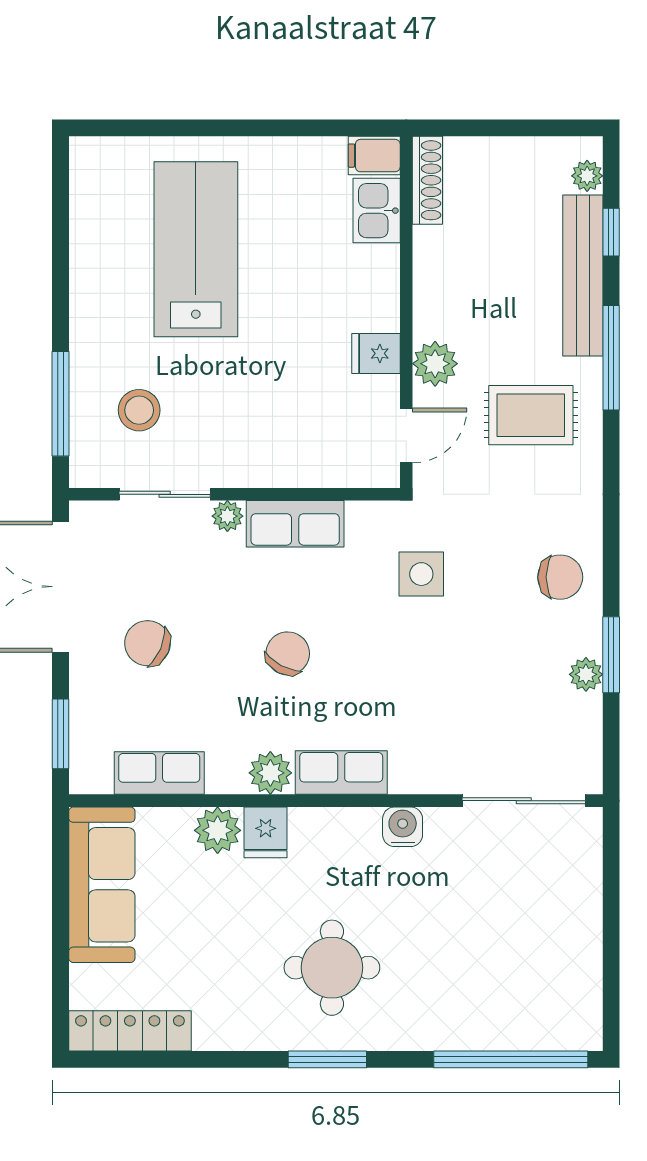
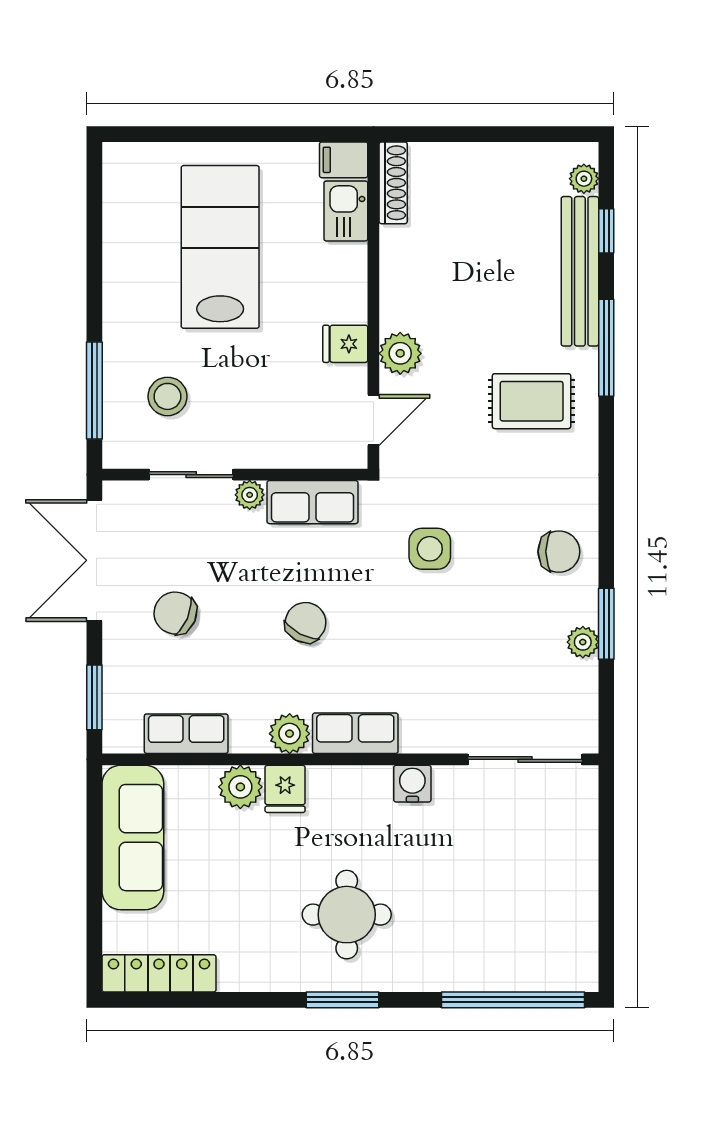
filing cabinet: (374, 156) -> (344, 160), moved
shoe rack: (427, 180) -> (393, 183), moved
kitchen sink: (377, 211) -> (346, 211), moved
wall: (406, 312) -> (373, 305), moved
fridge: (376, 353) -> (345, 344), moved
plant: (435, 364) -> (400, 353), moved
door: (406, 435) -> (373, 420), moved

